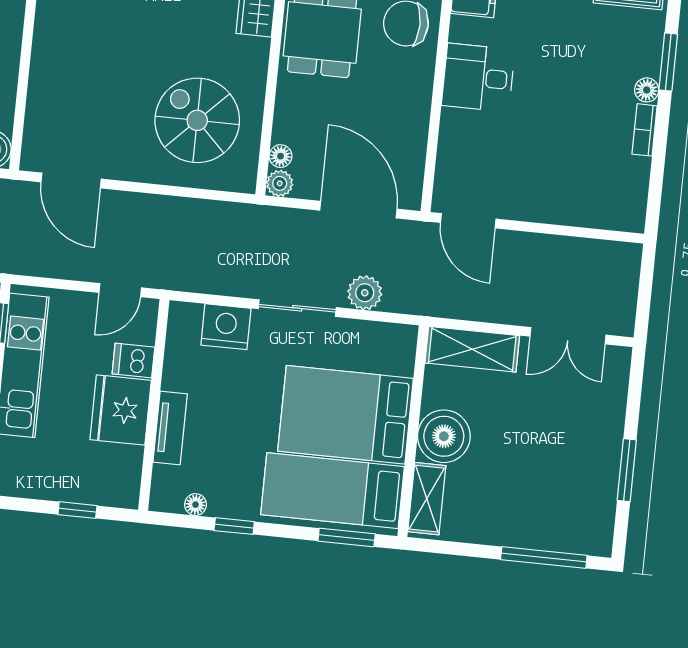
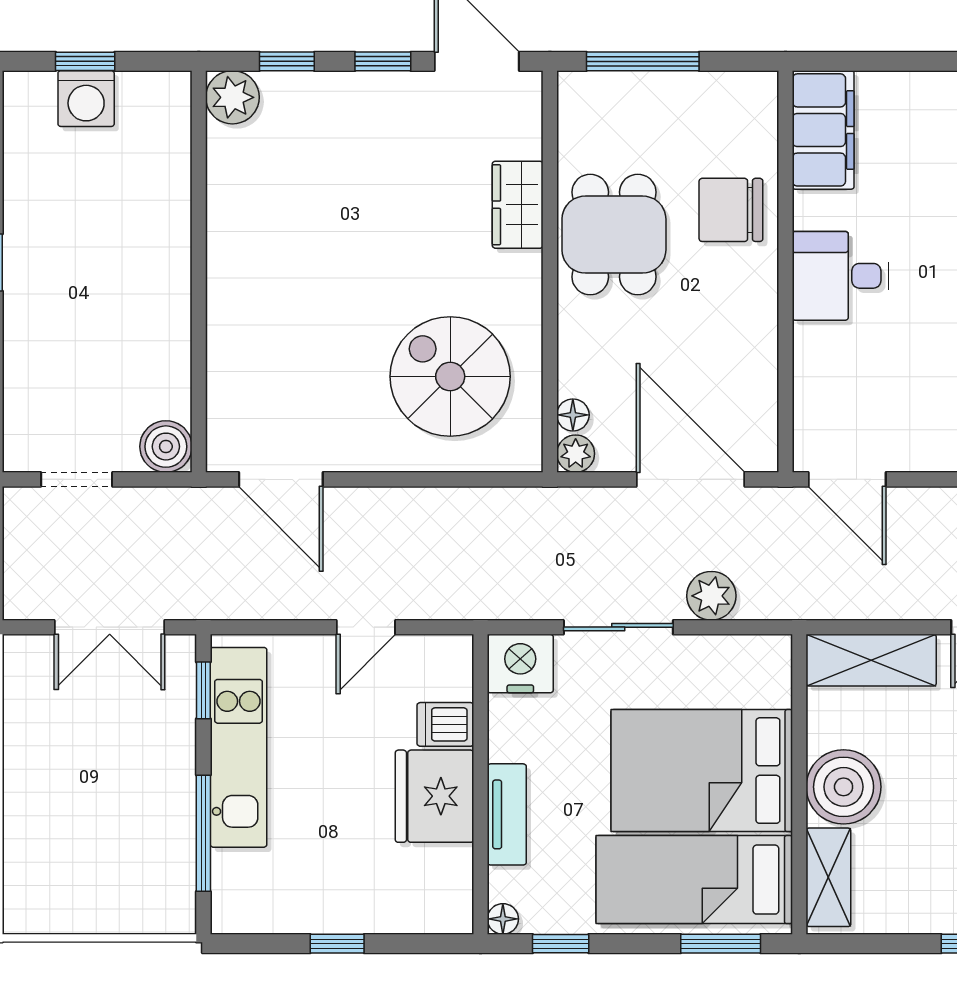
dishwasher: (133, 360) -> (445, 724), moved
wall: (154, 405) -> (481, 784), moved
fridge: (121, 410) -> (434, 796), moved
tv unit: (170, 428) -> (507, 814), moved

